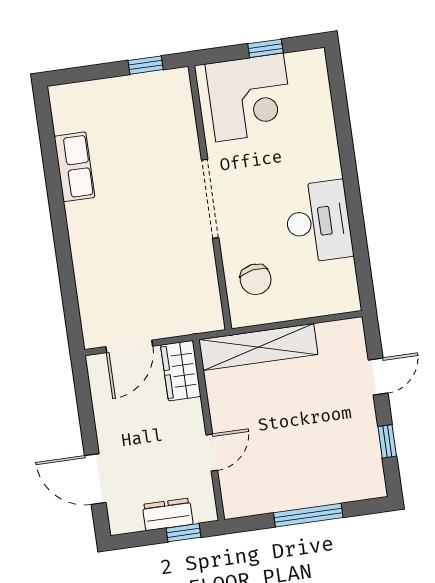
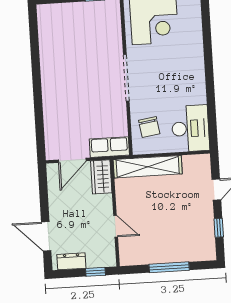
row of seats: (74, 167) -> (109, 147), moved, turned -90
desk: (318, 222) -> (190, 128), moved
door: (212, 453) -> (116, 226), hinge flipped
dresser: (168, 514) -> (71, 261), moved

